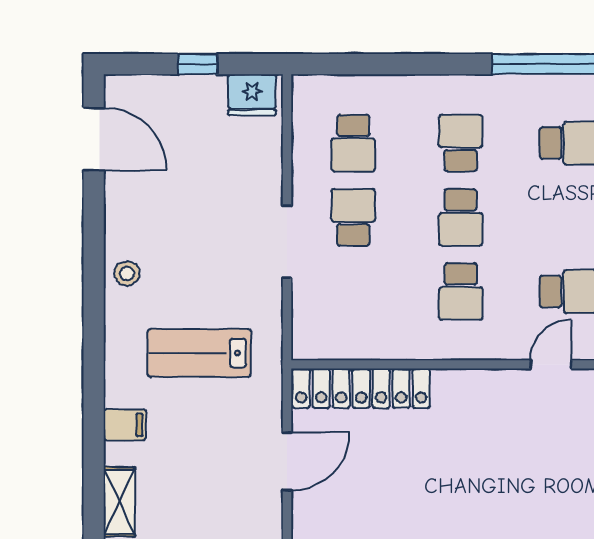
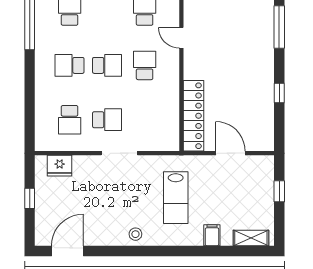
fridge: (252, 95) -> (60, 166), moved, turned 90
school desk: (353, 143) -> (70, 120), turned 90
school desk: (353, 217) -> (107, 120), turned 180
school desk: (461, 292) -> (145, 65), turned -90
door: (551, 364) -> (181, 38), moved

